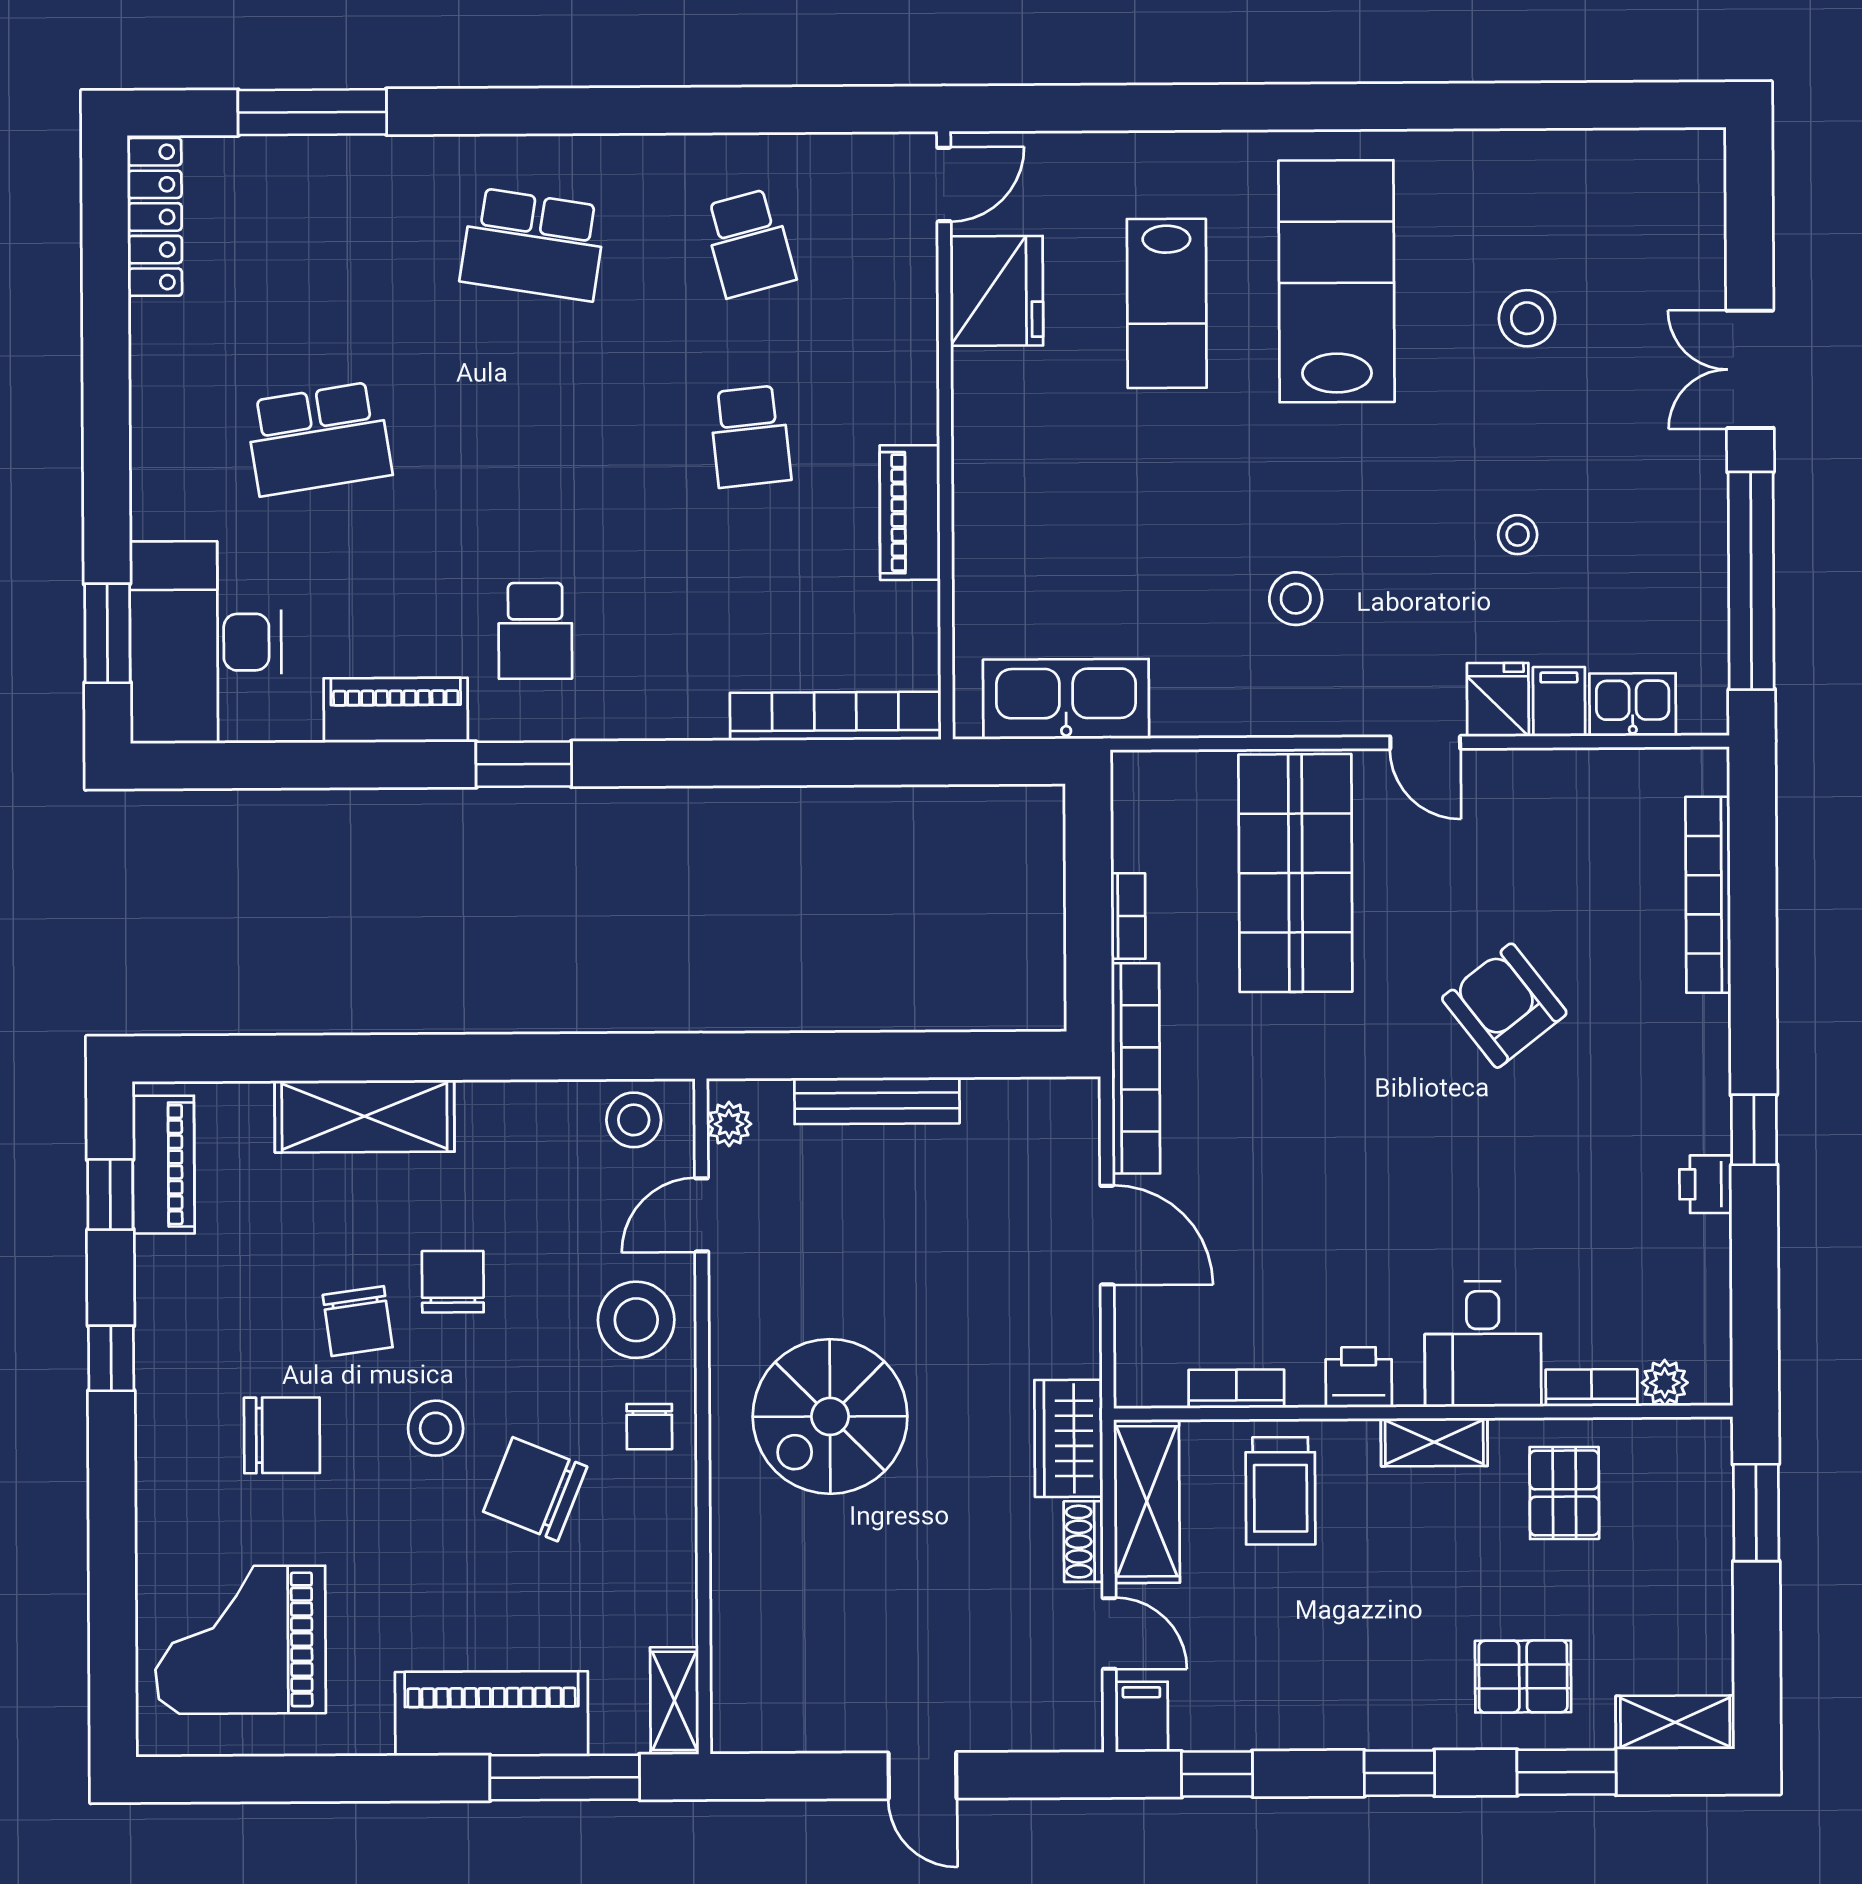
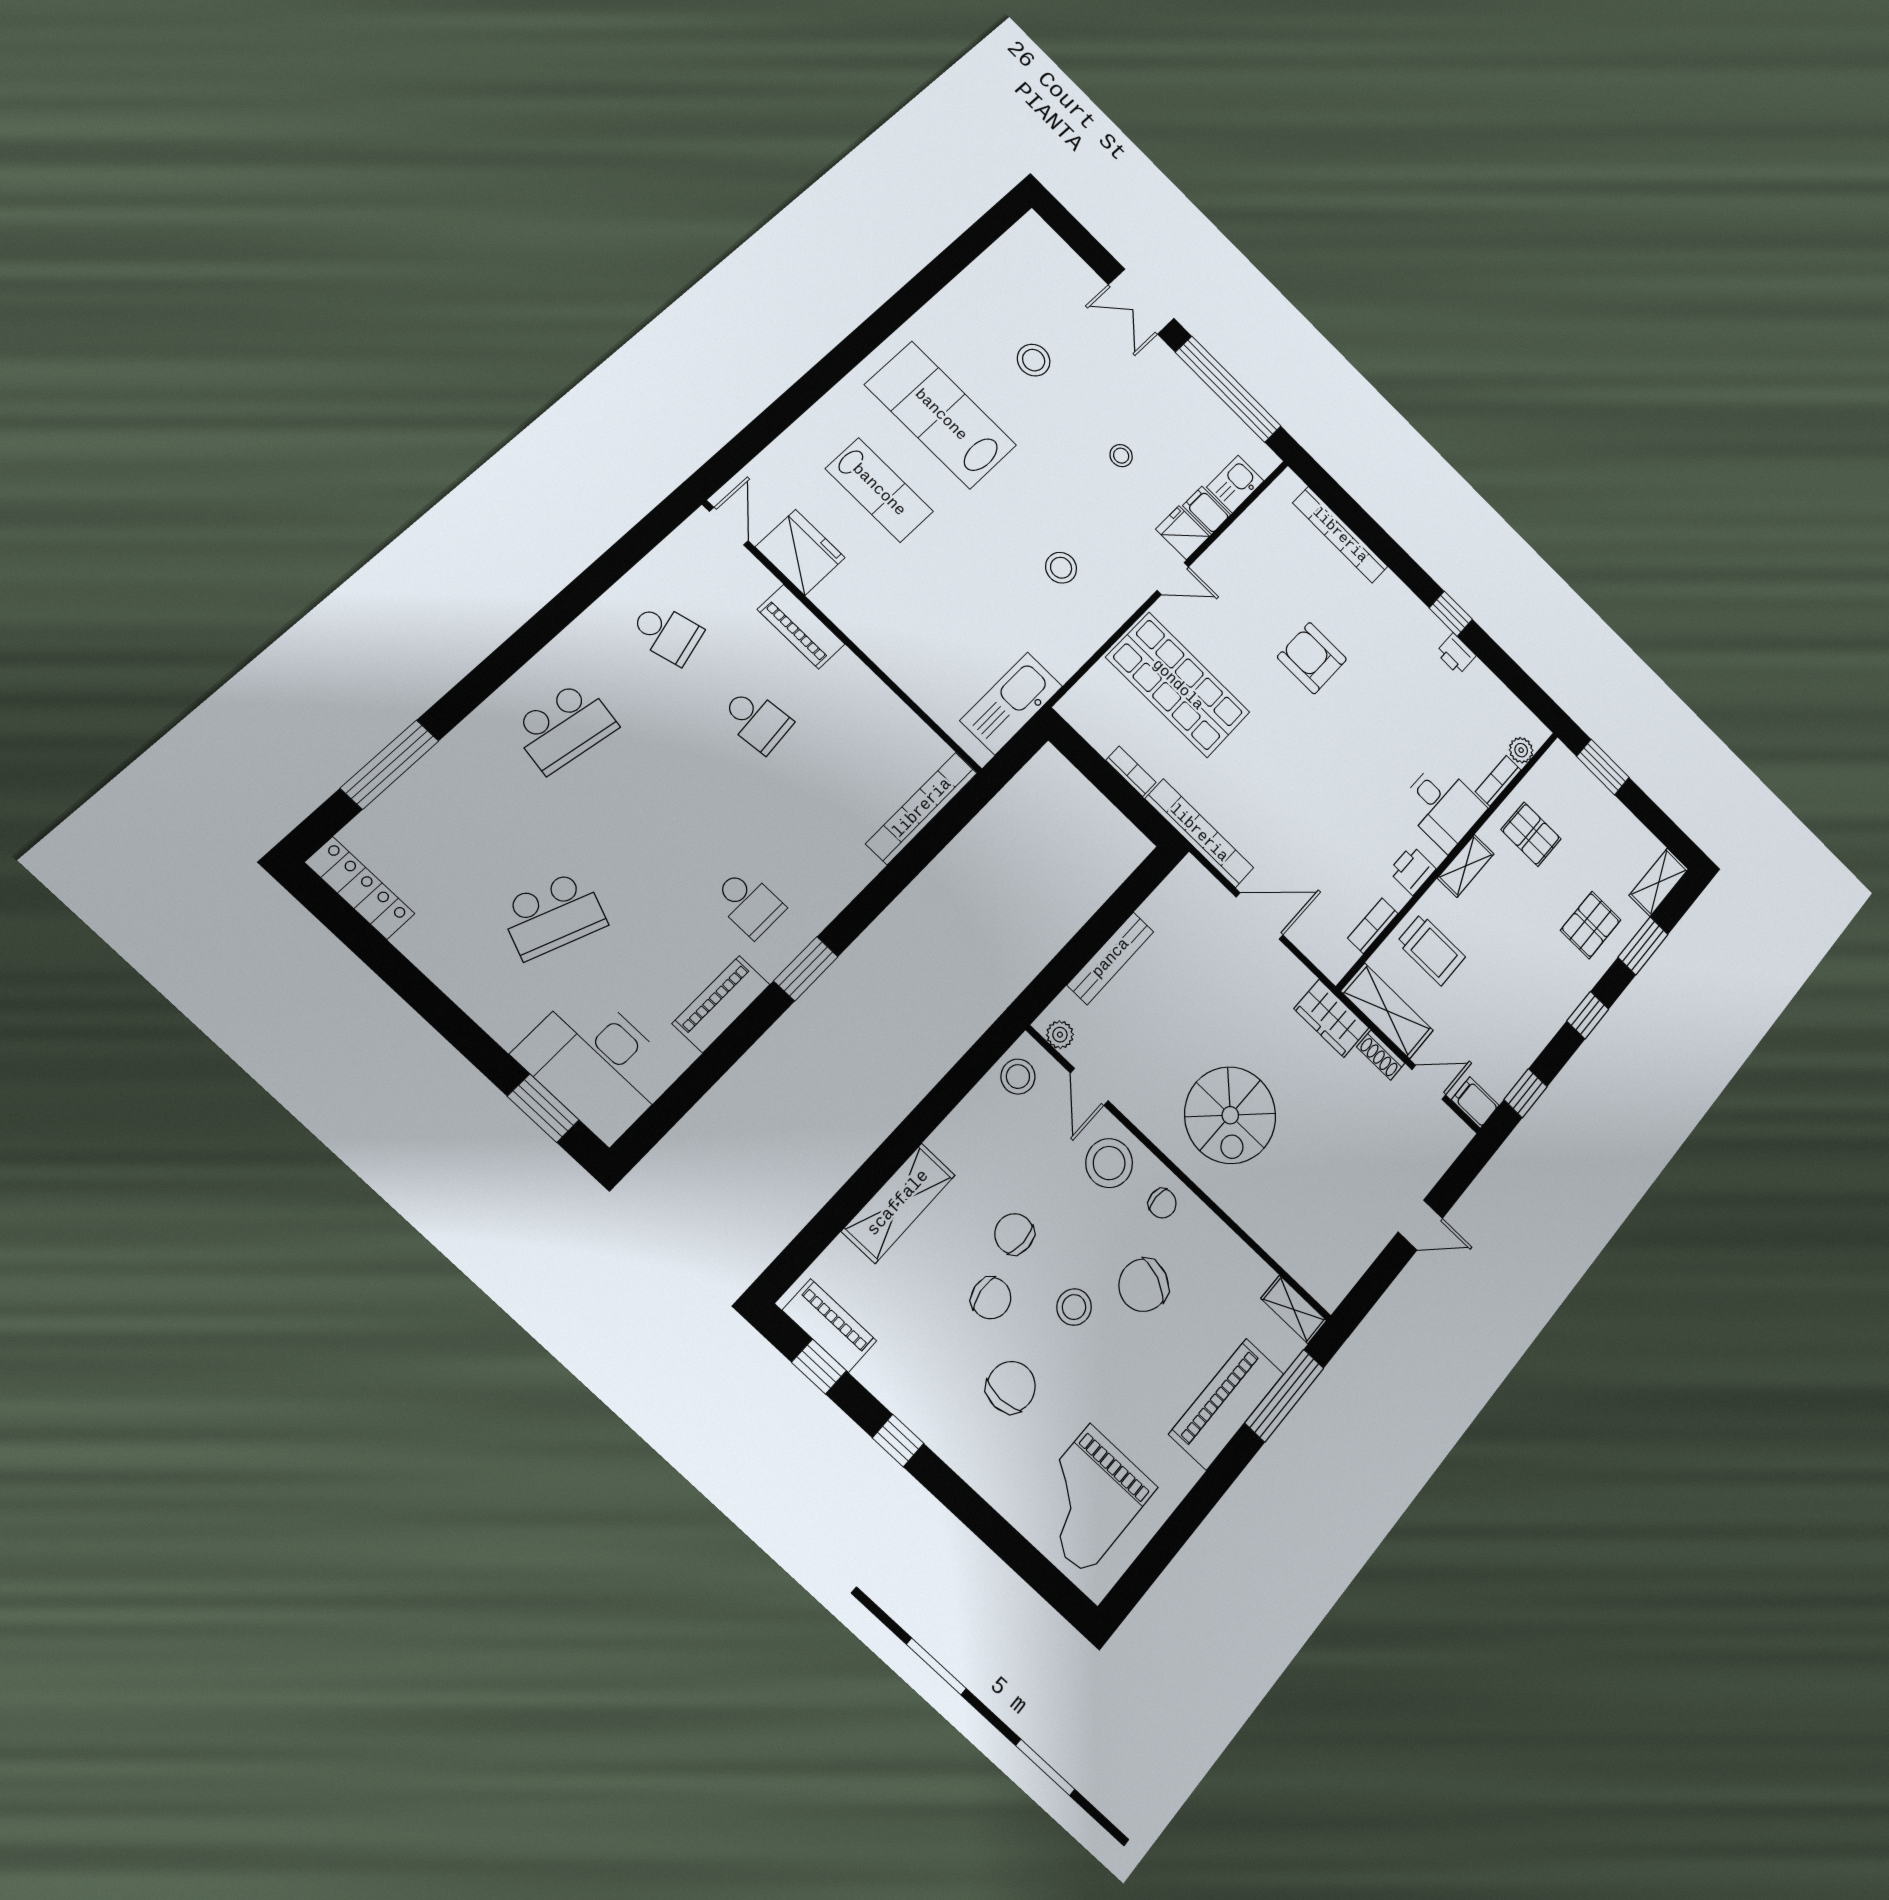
school desk: (318, 439) -> (553, 915), turned 30
piano: (910, 513) -> (801, 627), moved
armchair: (1504, 1006) -> (1312, 658), turned 38

